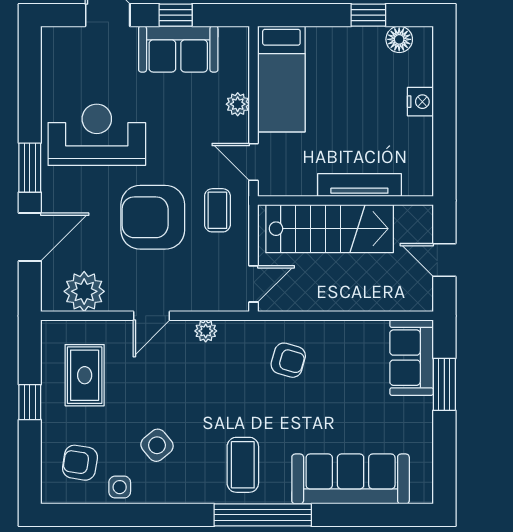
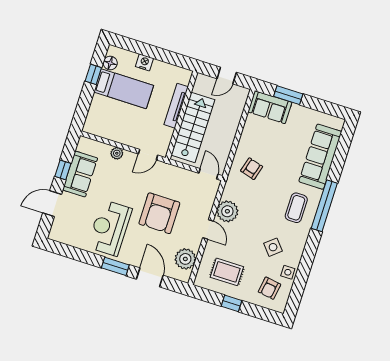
bed: (281, 79) -> (124, 89), moved
coffee table: (217, 210) -> (166, 180), removed
plant: (206, 331) -> (227, 211), width x1.87, depth x1.87
coffee table: (243, 465) -> (296, 208), turned 90

